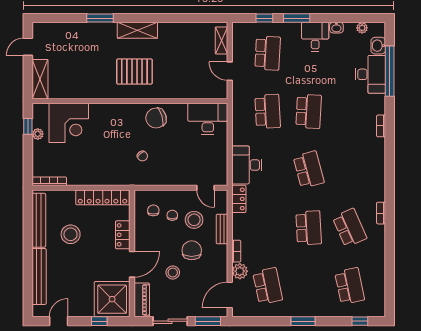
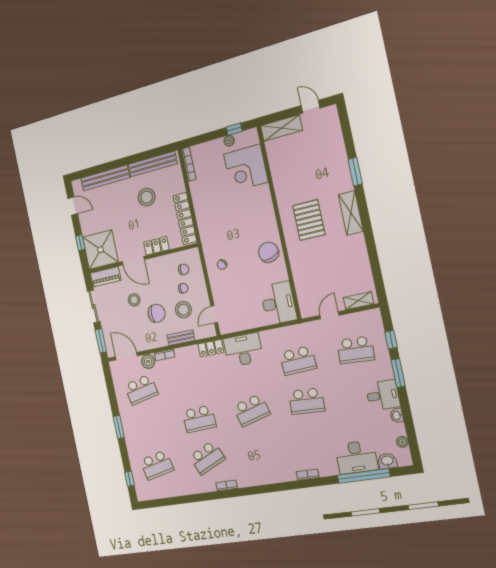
chair: (142, 156) -> (222, 265), moved

